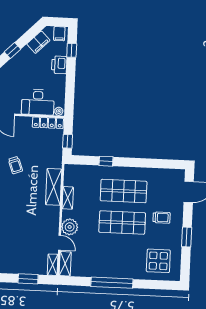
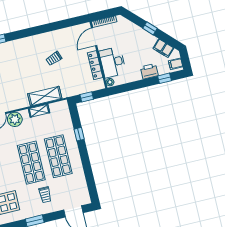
locker: (48, 123) -> (95, 65), moved

